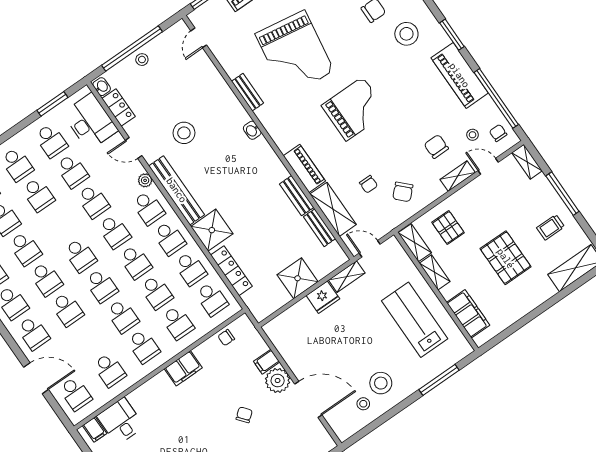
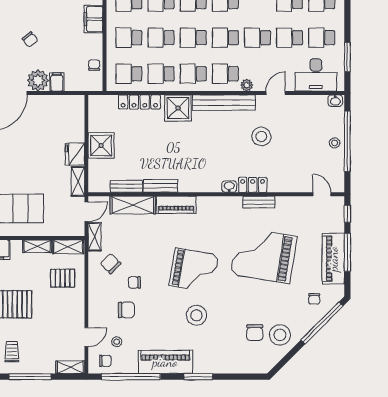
stool: (406, 34) -> (196, 315), moved
locker: (118, 107) -> (253, 185), moved, turned 180
grand piano: (355, 109) -> (194, 270), turned -80
shelving: (458, 176) -> (95, 237), moved
chair: (369, 184) -> (134, 282), moved

